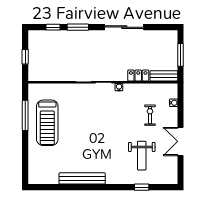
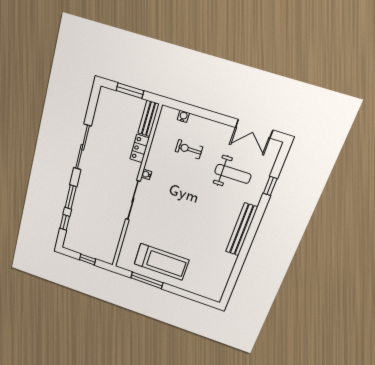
double door: (180, 141) -> (254, 129), moved
bench: (82, 178) -> (241, 230), moved

